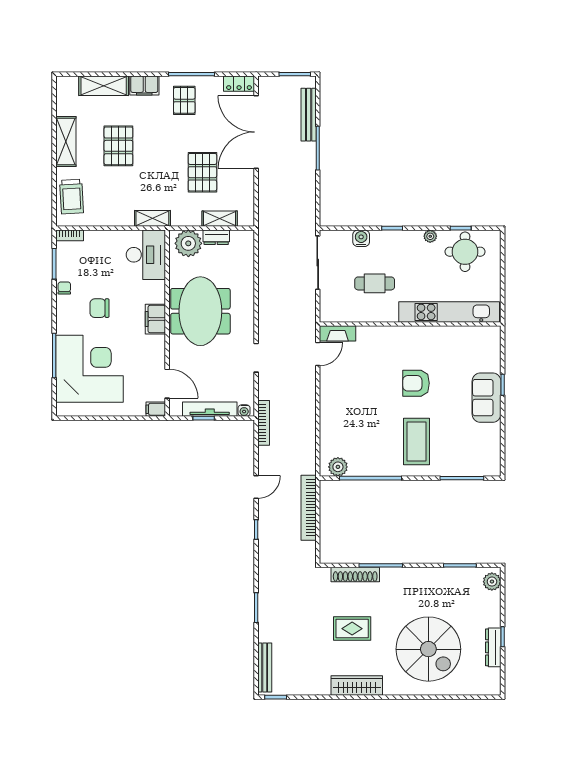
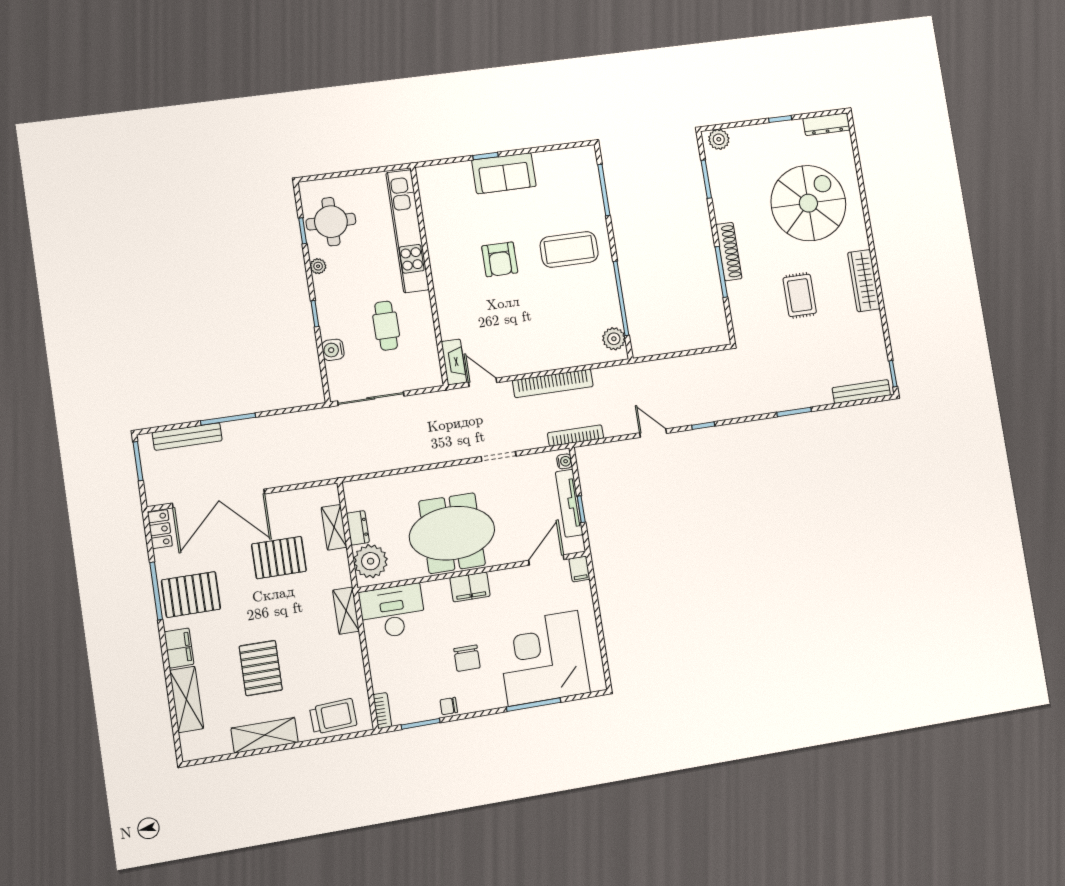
pallet: (184, 100) -> (191, 595), width x1.50, depth x1.42
pallet: (118, 146) -> (261, 668), turned 90
bookcase: (309, 508) -> (553, 383), moved
shoe rack: (355, 575) -> (729, 252), moved
dresser: (493, 647) -> (826, 124), moved

